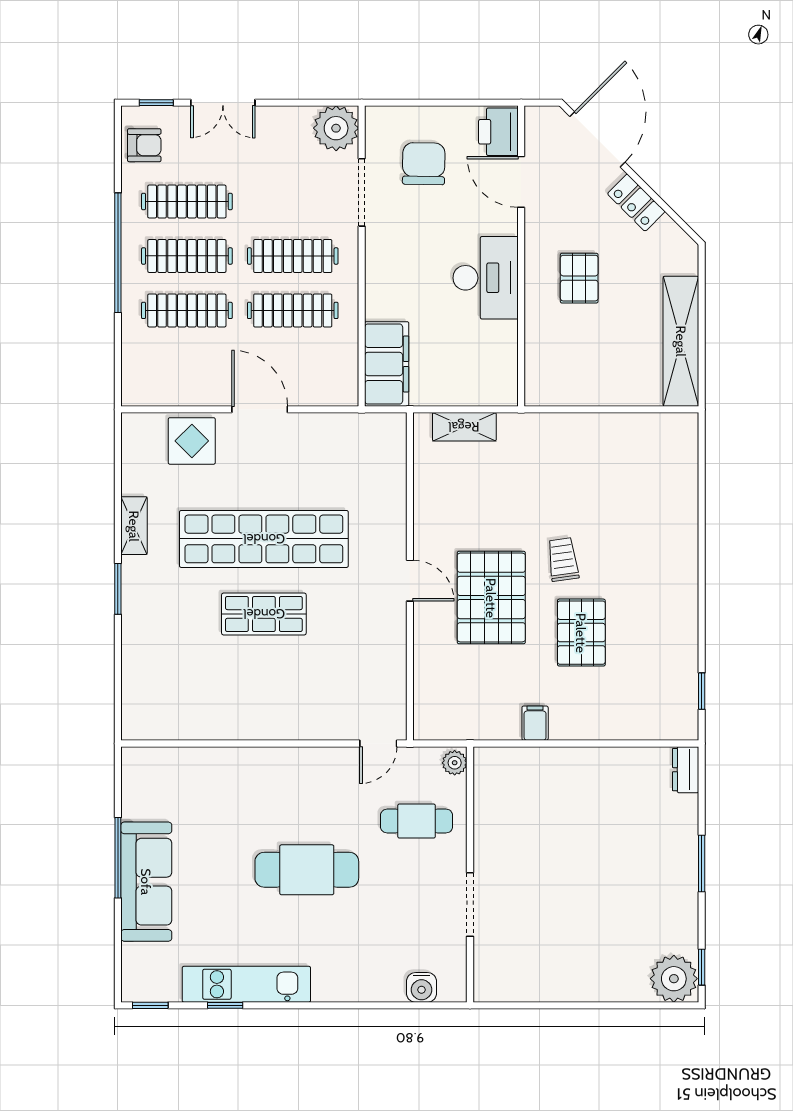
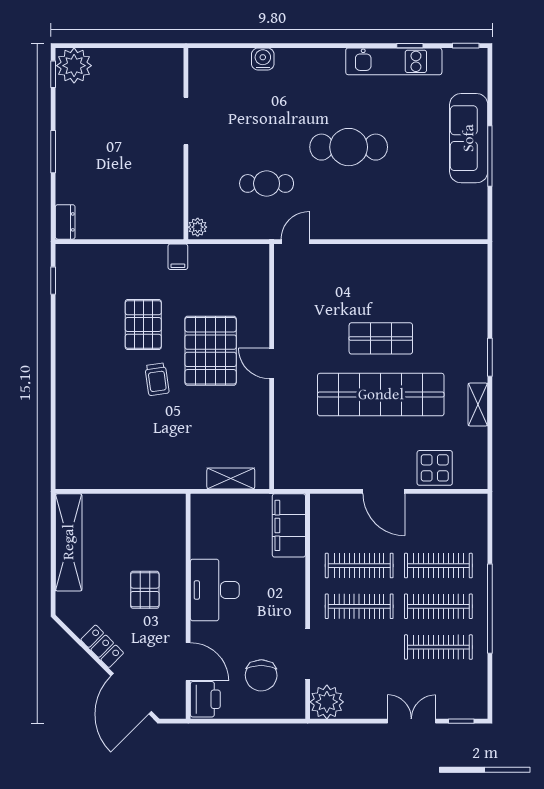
armchair: (144, 145) -> (470, 689), removed
plant: (455, 763) -> (198, 227), moved
wall: (470, 874) -> (186, 144), moved
doorway: (470, 904) -> (186, 121), moved

